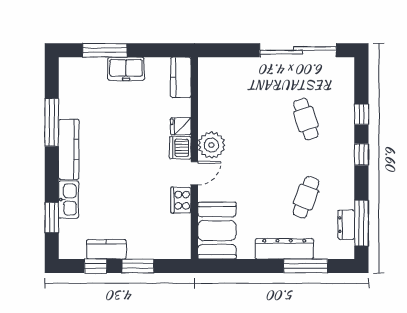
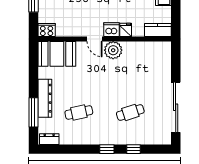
cafe table: (306, 197) -> (79, 112), turned -33
cooker: (181, 200) -> (47, 30), moved
window: (361, 223) -> (62, 149), removed
dresser: (346, 225) -> (49, 139), moved

